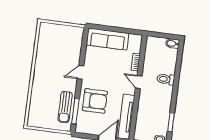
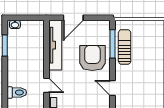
door: (80, 72) -> (113, 88), swing flipped
armchair: (95, 101) -> (92, 58), turned 90

